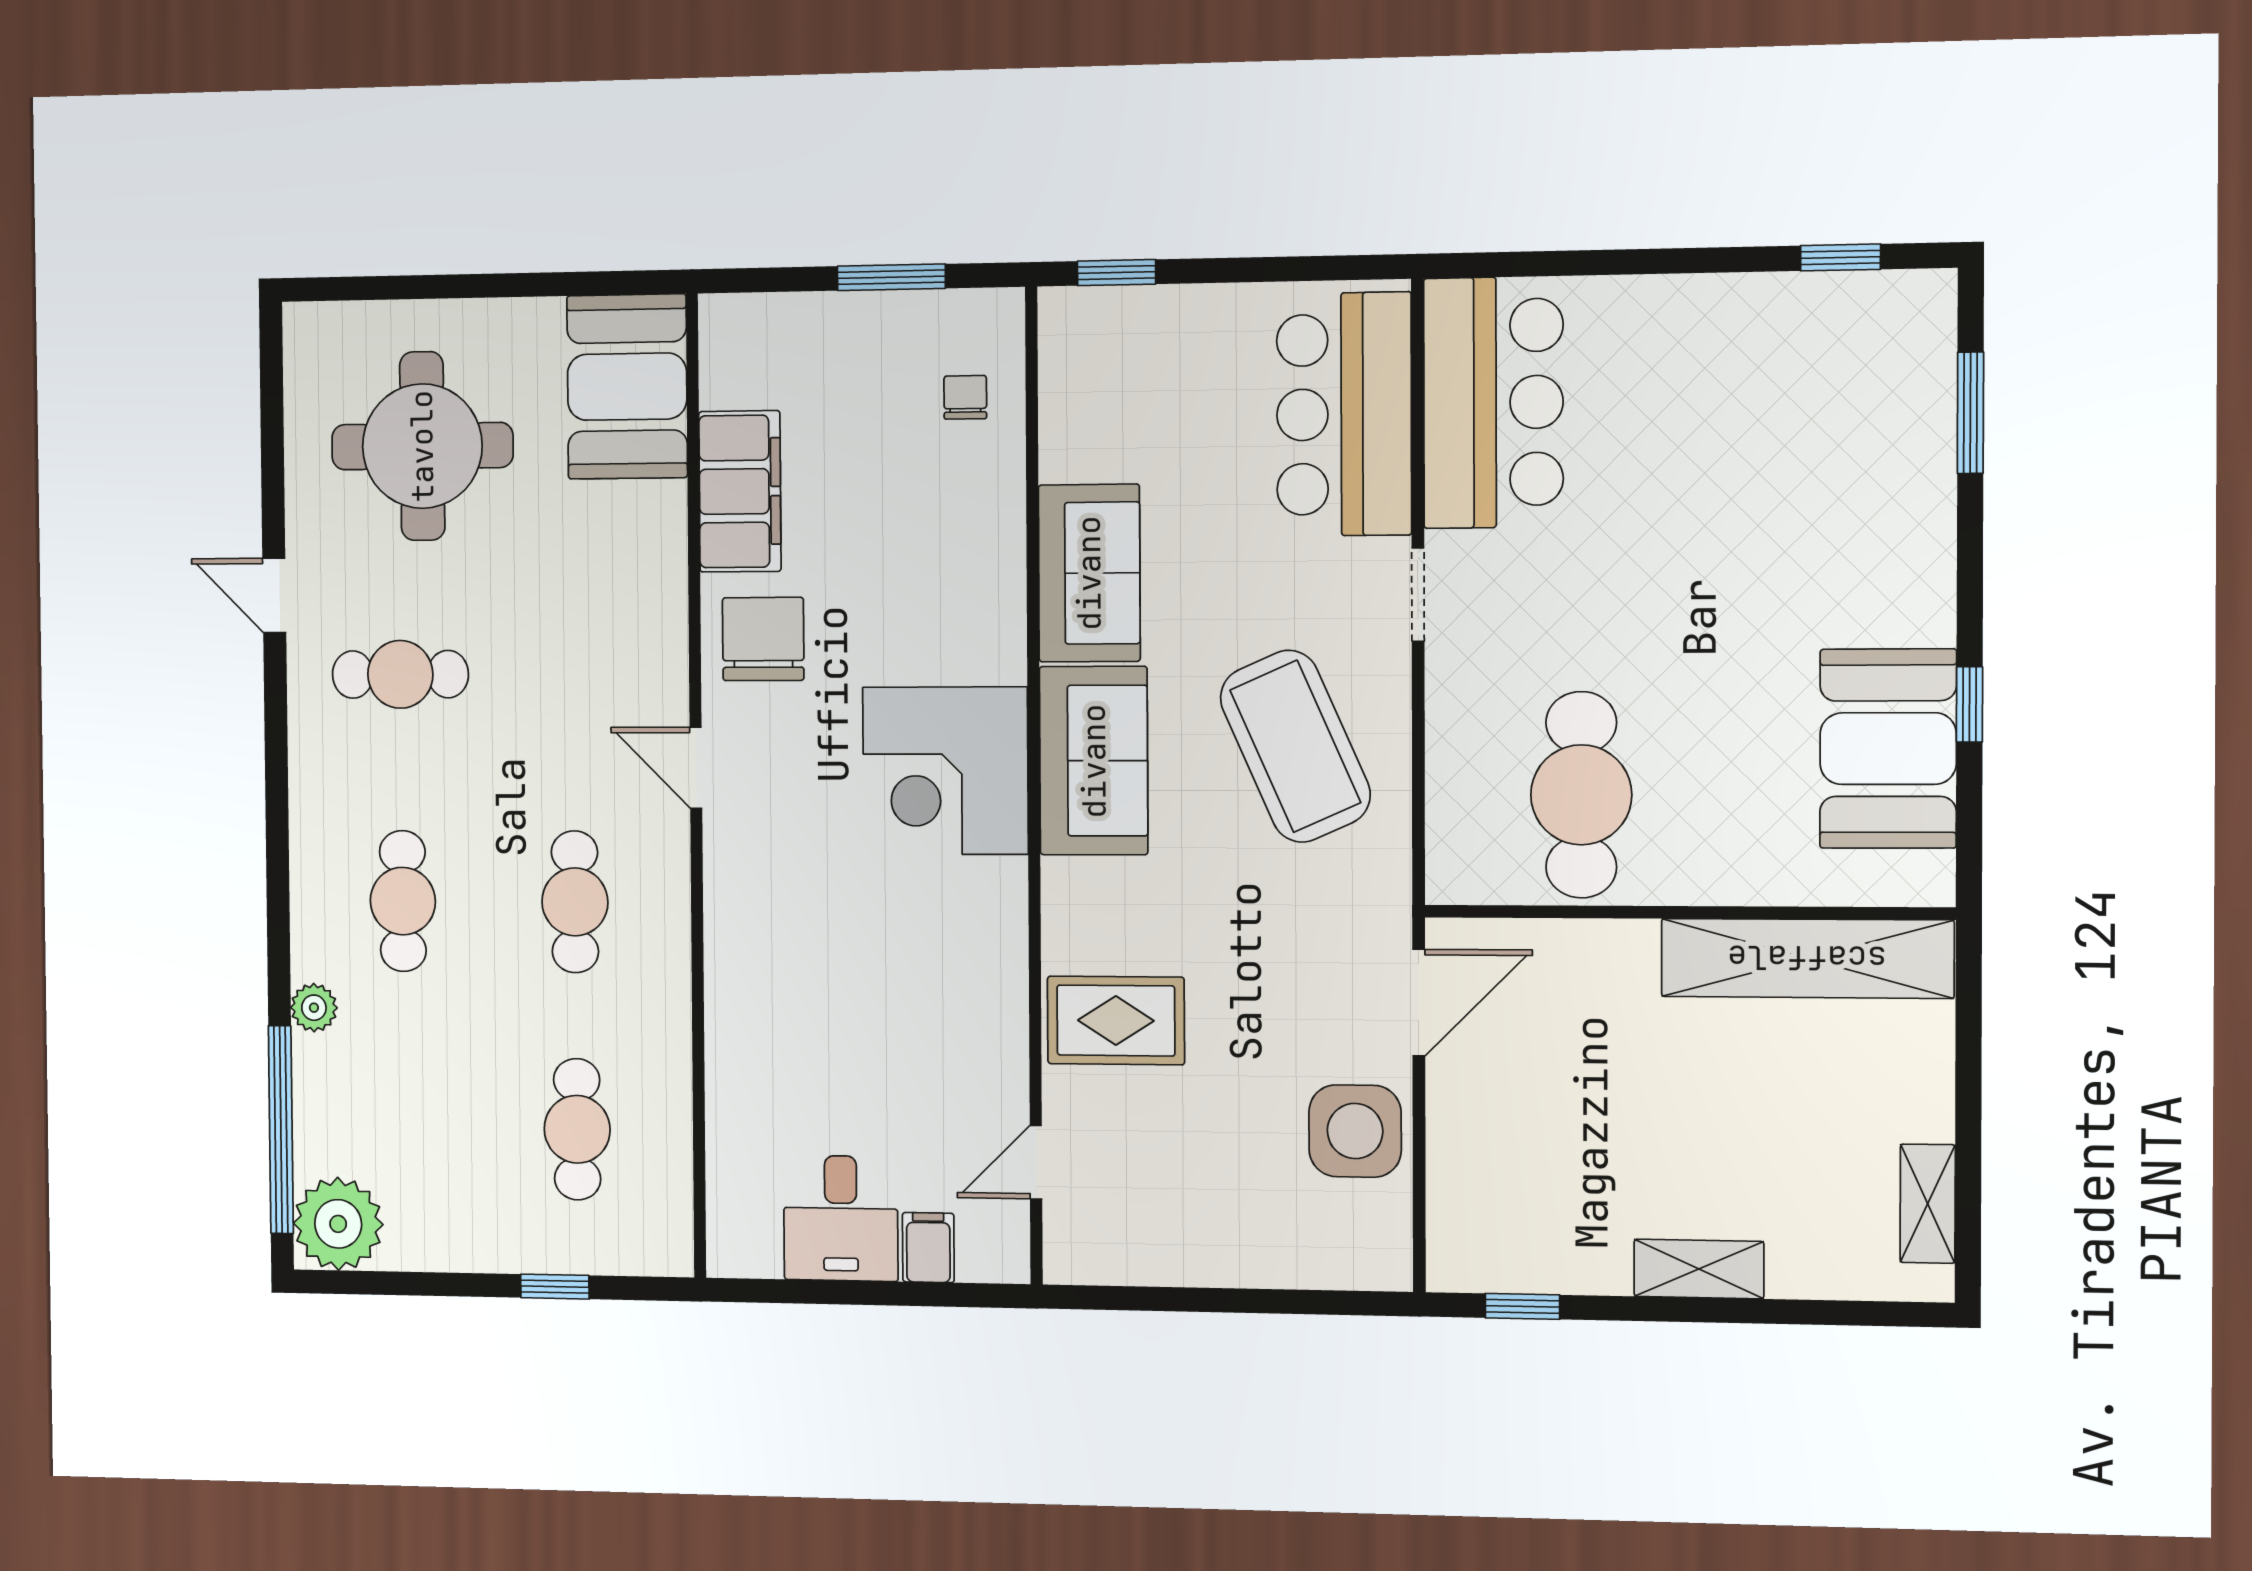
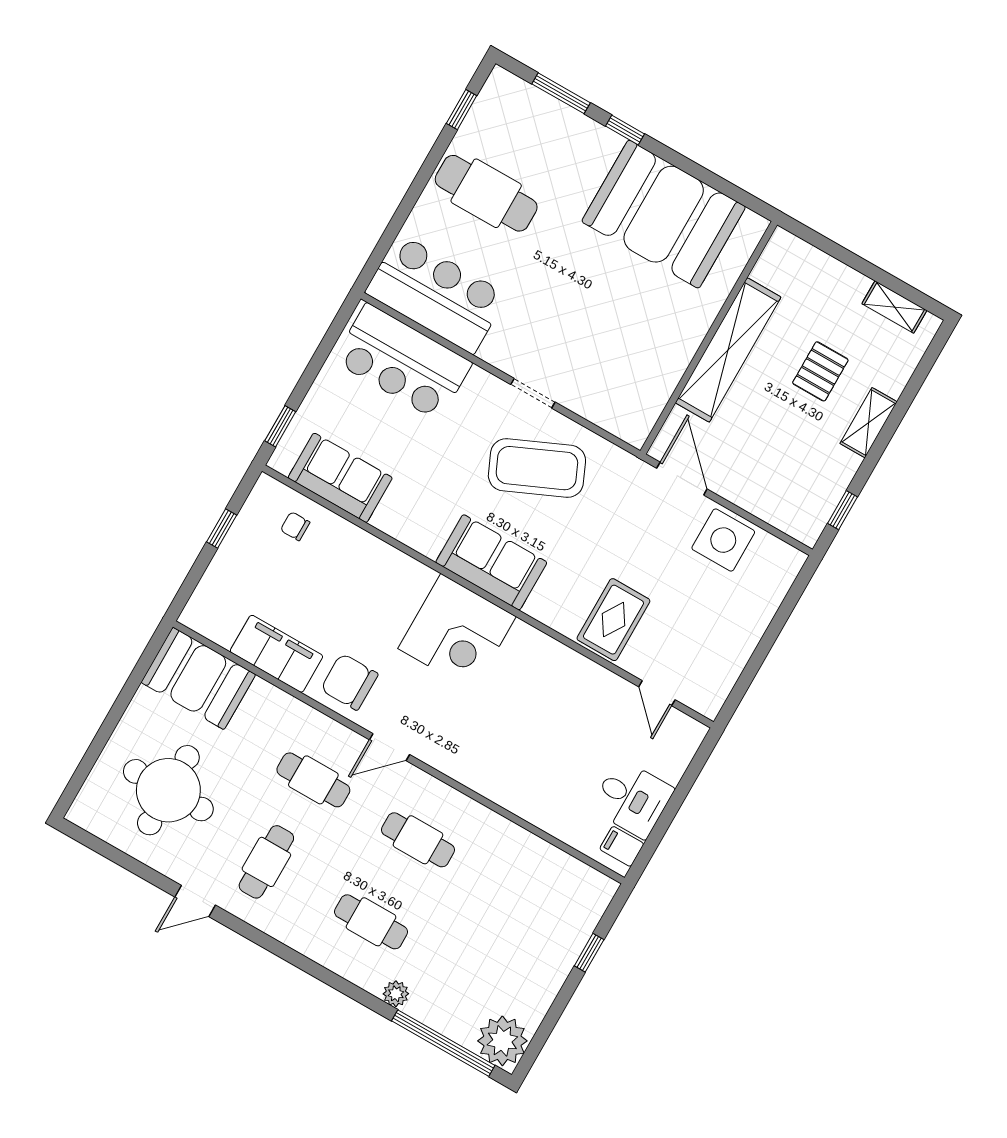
window: (891, 277) -> (222, 528), width x0.67
sofa: (1089, 573) -> (340, 478), moved
doorway: (1418, 595) -> (533, 393), moved
window: (1970, 704) -> (625, 130), moved
booth: (1888, 749) -> (664, 214), width x1.36, depth x1.42
cafe table: (1581, 795) -> (486, 193), moved
shelving: (1807, 958) -> (728, 350), moved
cafe table: (577, 1129) -> (313, 780), moved
pallet: (1740, 1137) -> (820, 371), added
filing cabinet: (928, 1248) -> (622, 846), moved

